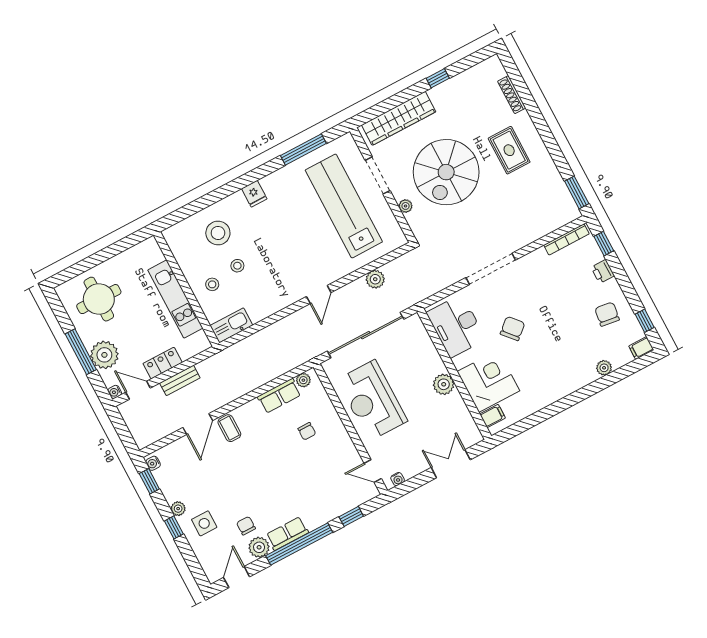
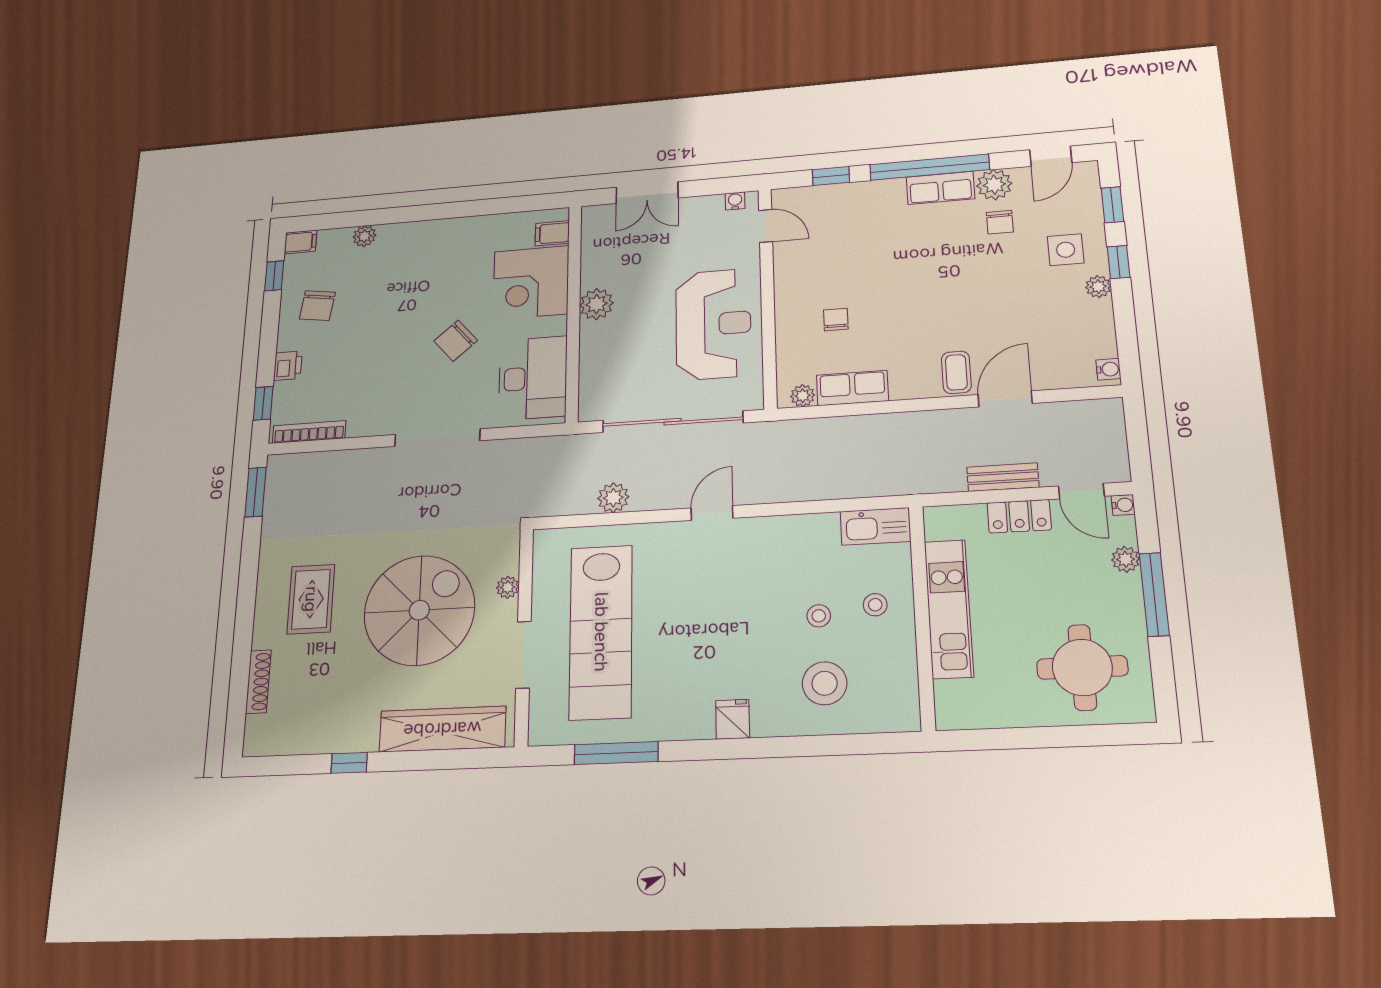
plant: (104, 355) -> (1126, 559), width x0.53, depth x0.53
window: (149, 481) -> (1112, 205), moved

